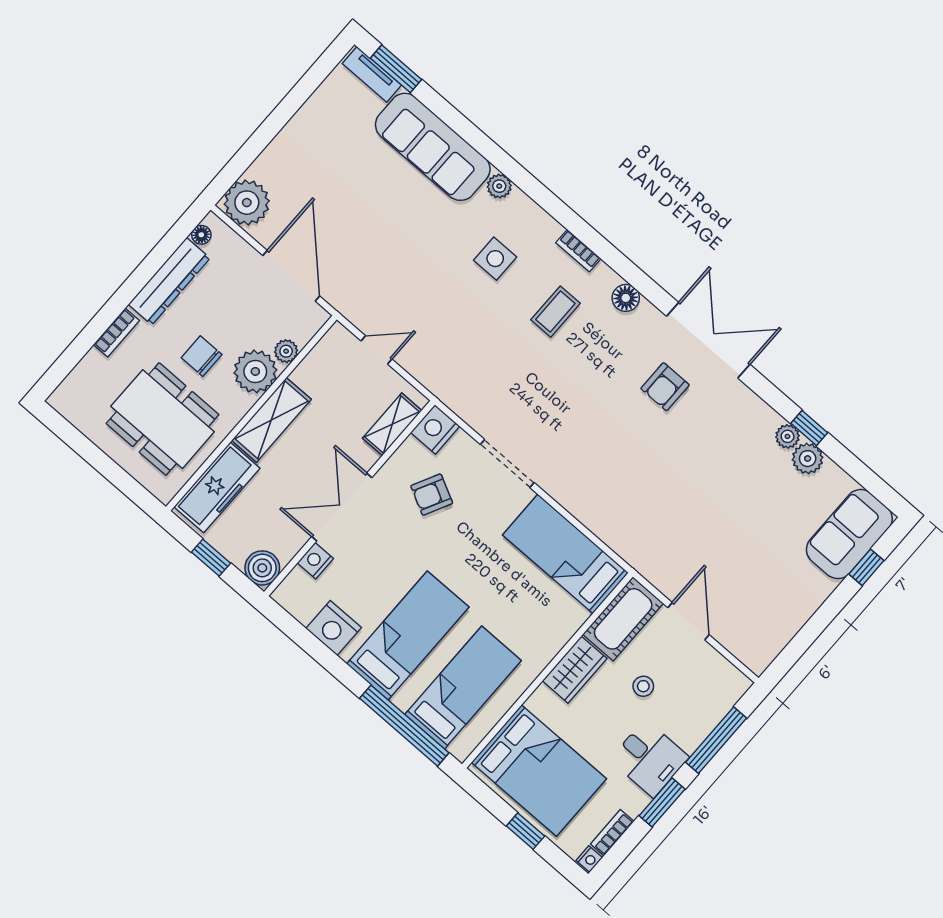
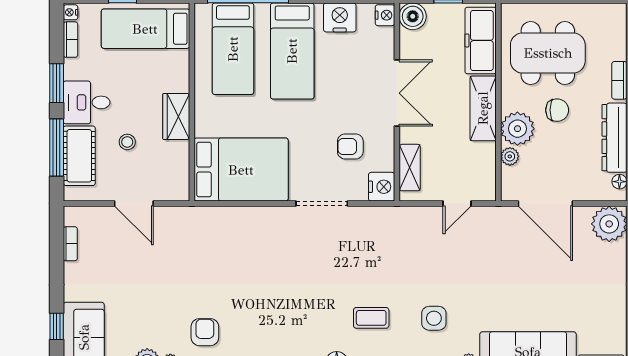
coffee table: (555, 312) -> (371, 318), turned 90
armchair: (665, 387) -> (205, 332), moved
armchair: (432, 495) -> (350, 146), turned -117
bed: (565, 554) -> (241, 170), width x1.50
nightstand: (315, 561) -> (385, 15), moved
cot: (623, 619) -> (79, 156), moved
bookcase: (784, 636) -> (70, 244), added
bed: (539, 771) -> (145, 29), width x0.67

